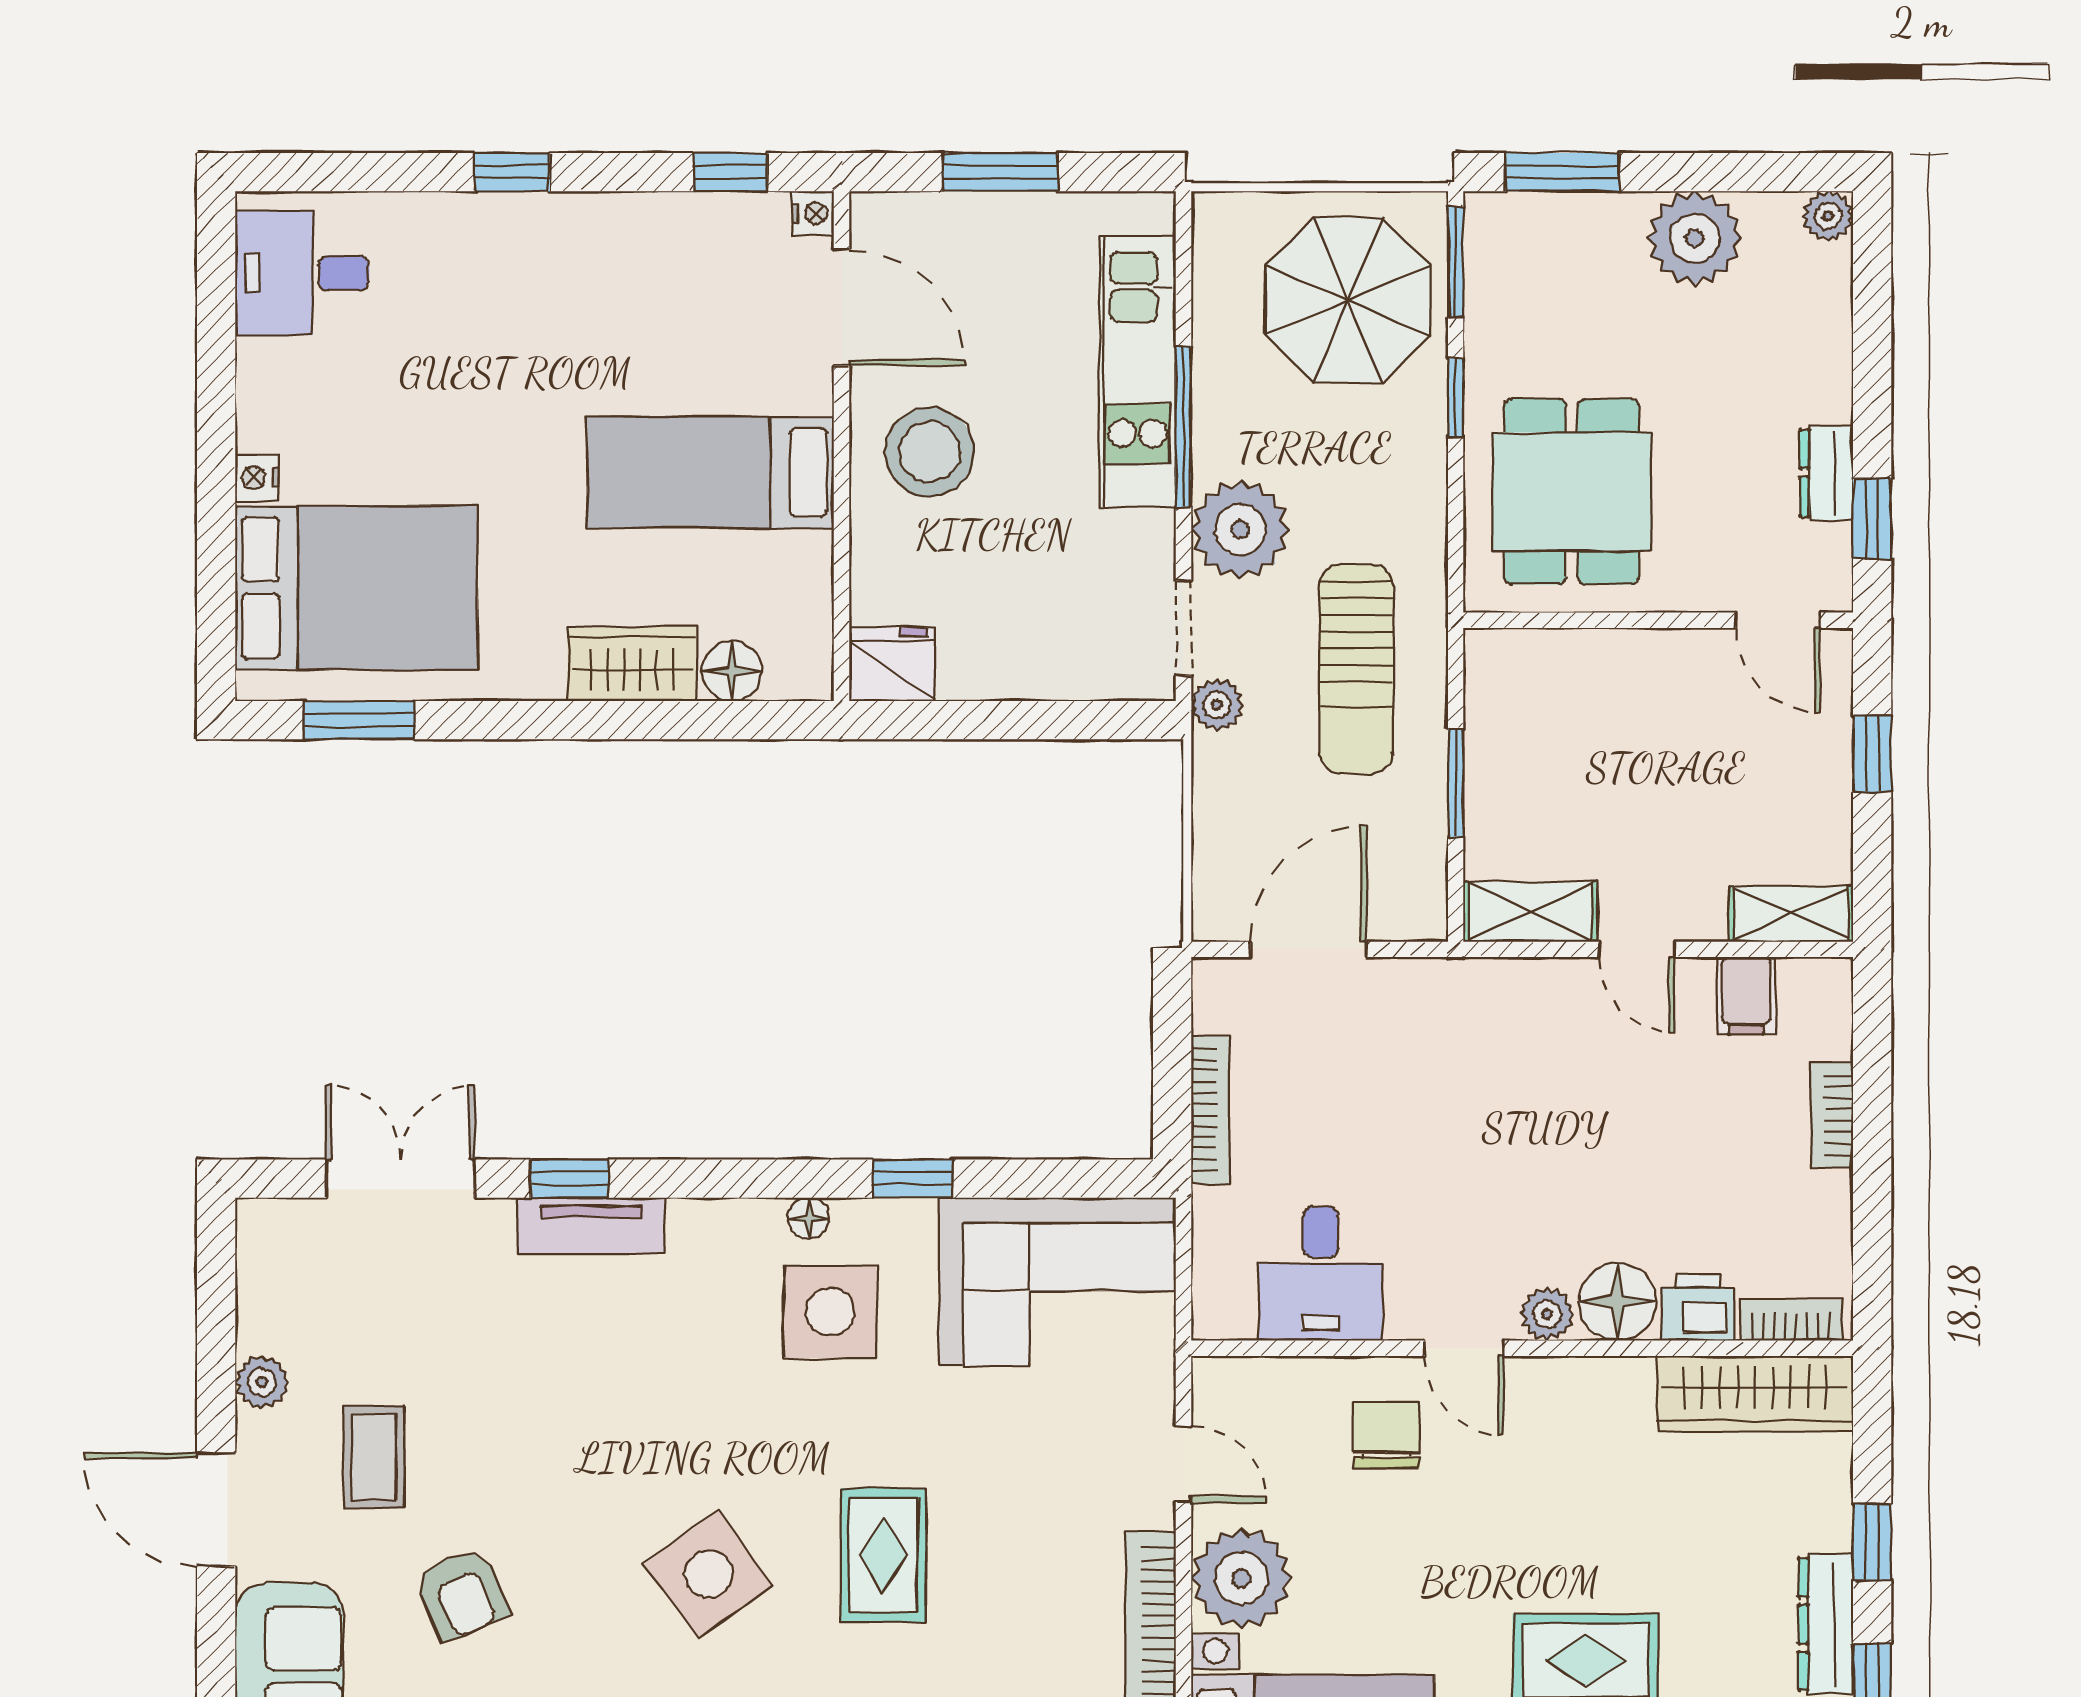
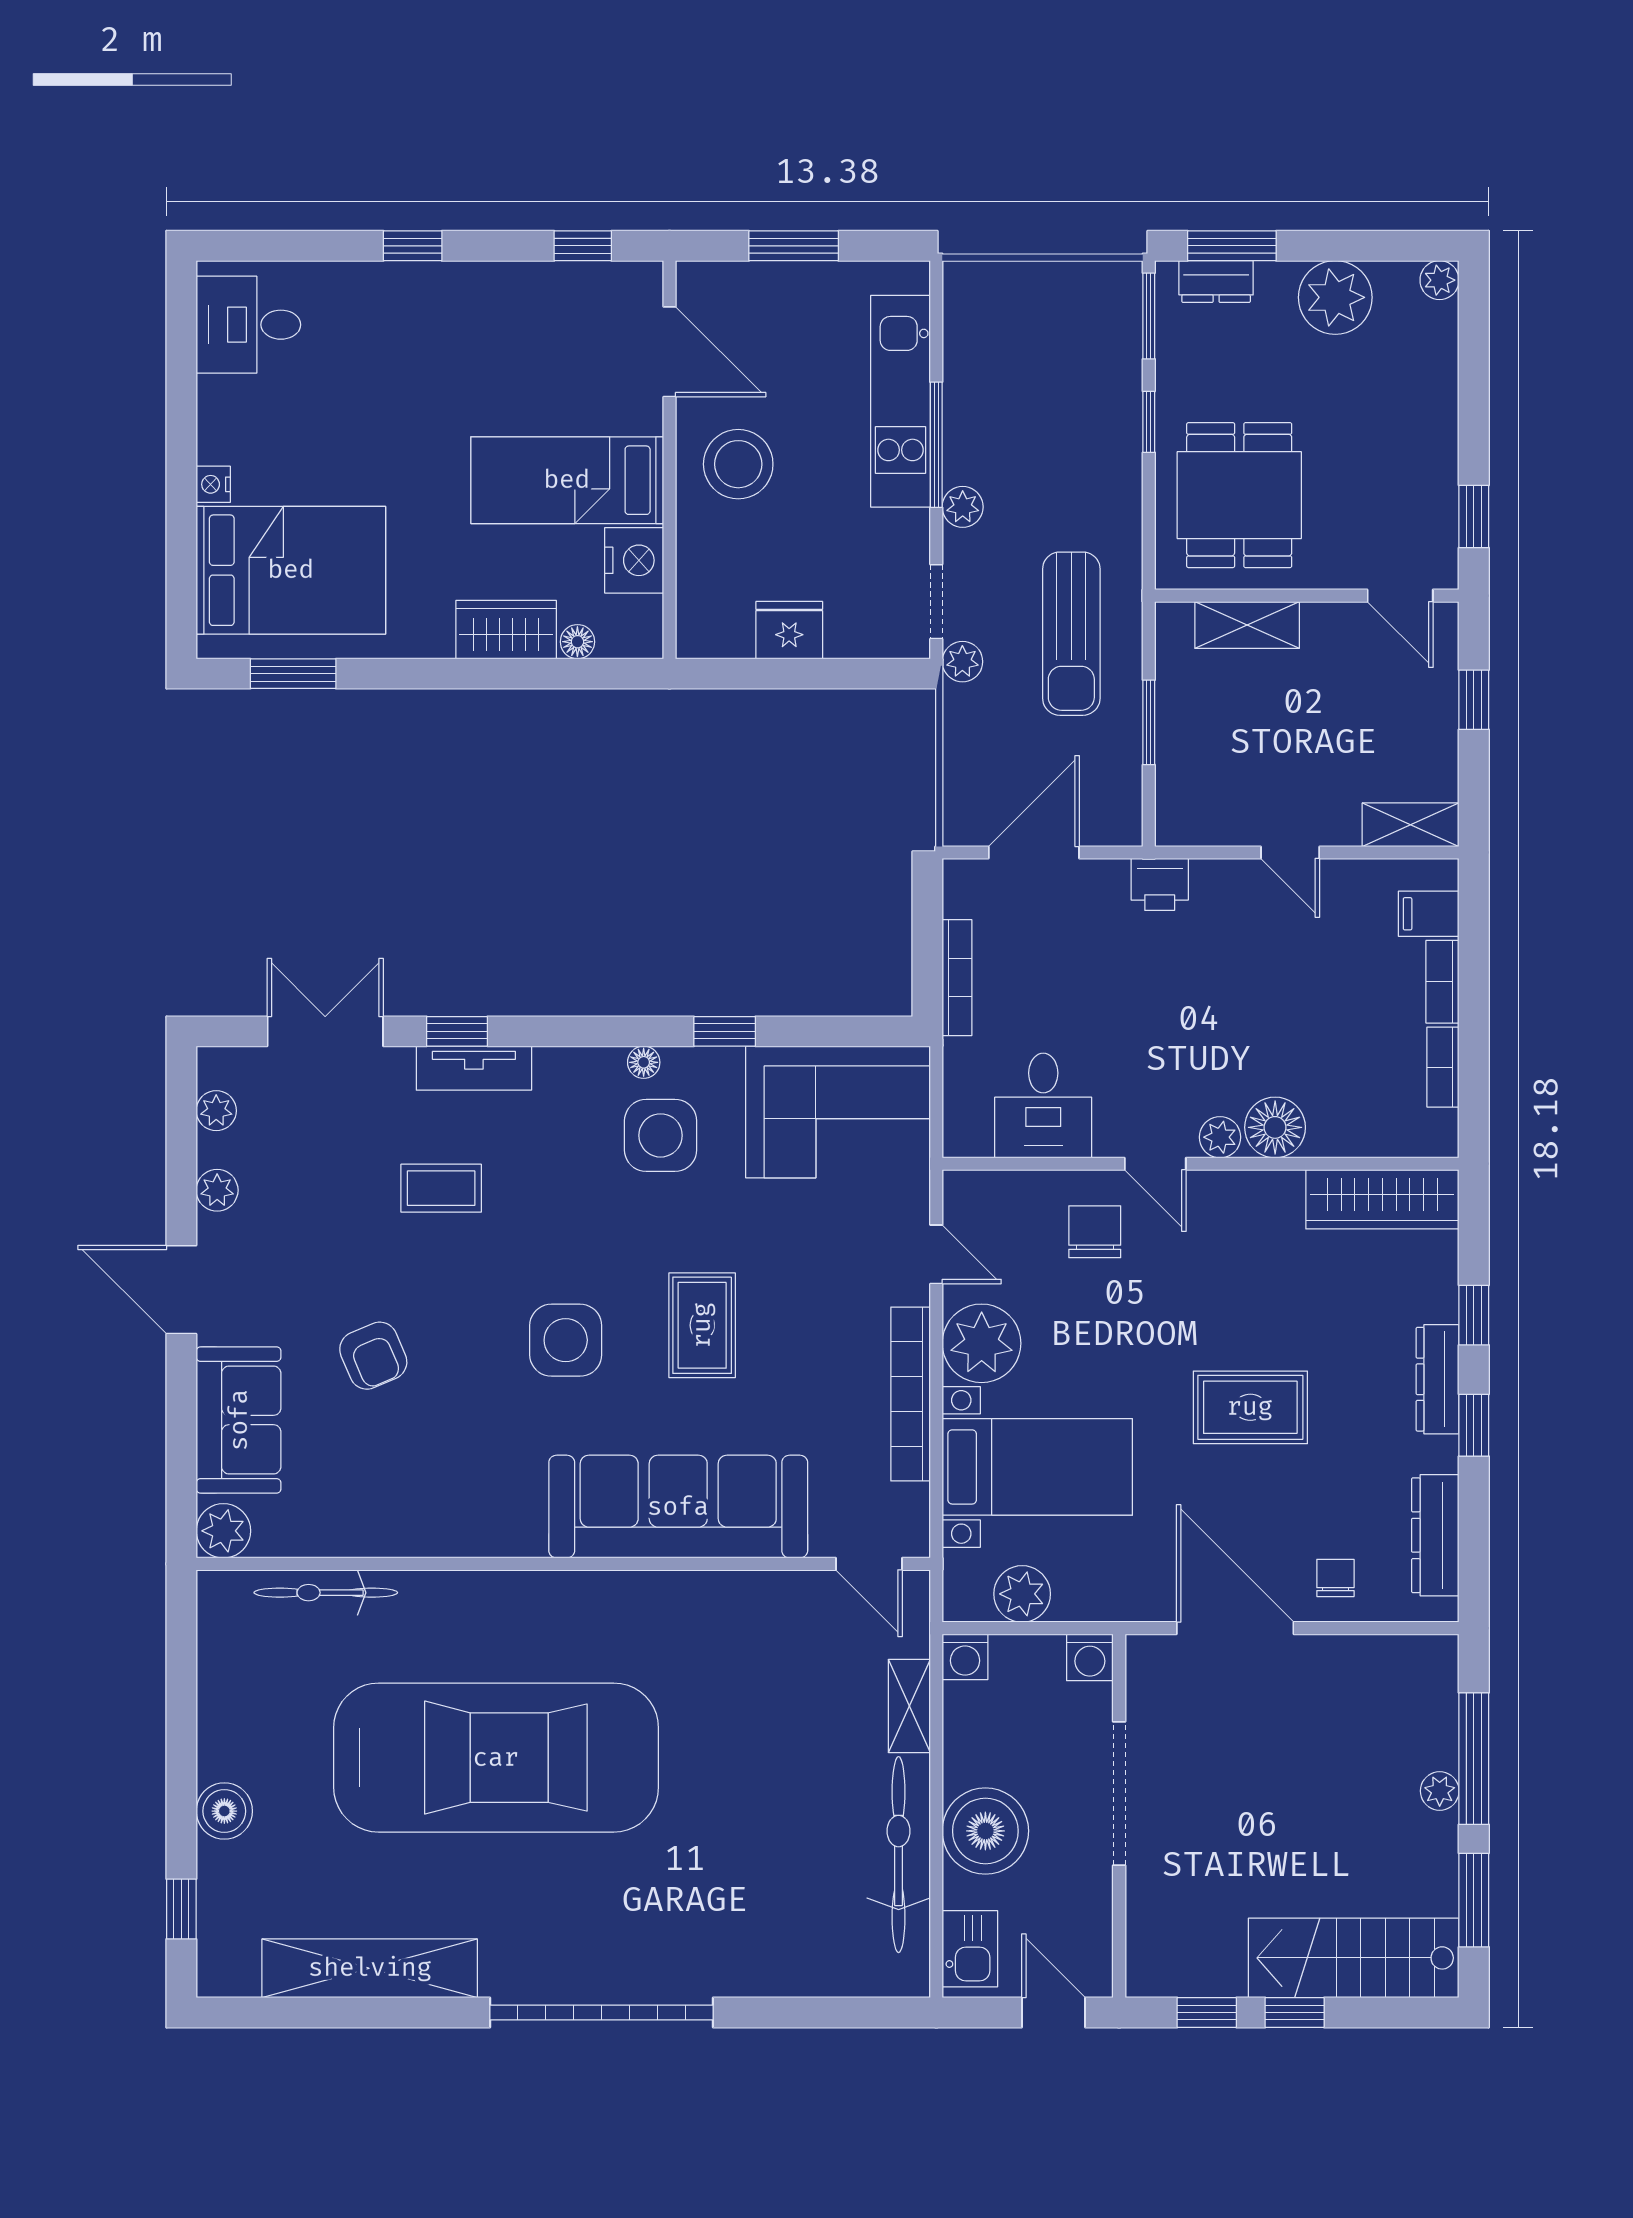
nightstand: (813, 213) -> (634, 560), moved, width x1.89, depth x1.79
parasol: (1348, 300) -> (1065, 346), removed
dresser: (1826, 473) -> (1216, 282), moved, turned -90
plant: (1240, 530) -> (963, 507), width x0.53, depth x0.53
fridge: (892, 664) -> (789, 630), moved
floor lamp: (732, 671) -> (577, 642), width x0.73, depth x0.73
shelving: (1530, 912) -> (1247, 625), moved
filing cabinet: (1746, 996) -> (1429, 914), moved, turned 90
plant: (261, 1280) -> (216, 1111), added
printer: (1698, 1307) -> (1160, 884), moved, turned 180
bookcase: (1791, 1320) -> (1443, 1067), moved, turned -90
coffee table: (374, 1457) -> (441, 1188), moved, turned 90
side table: (709, 1574) -> (566, 1340), turned 36

